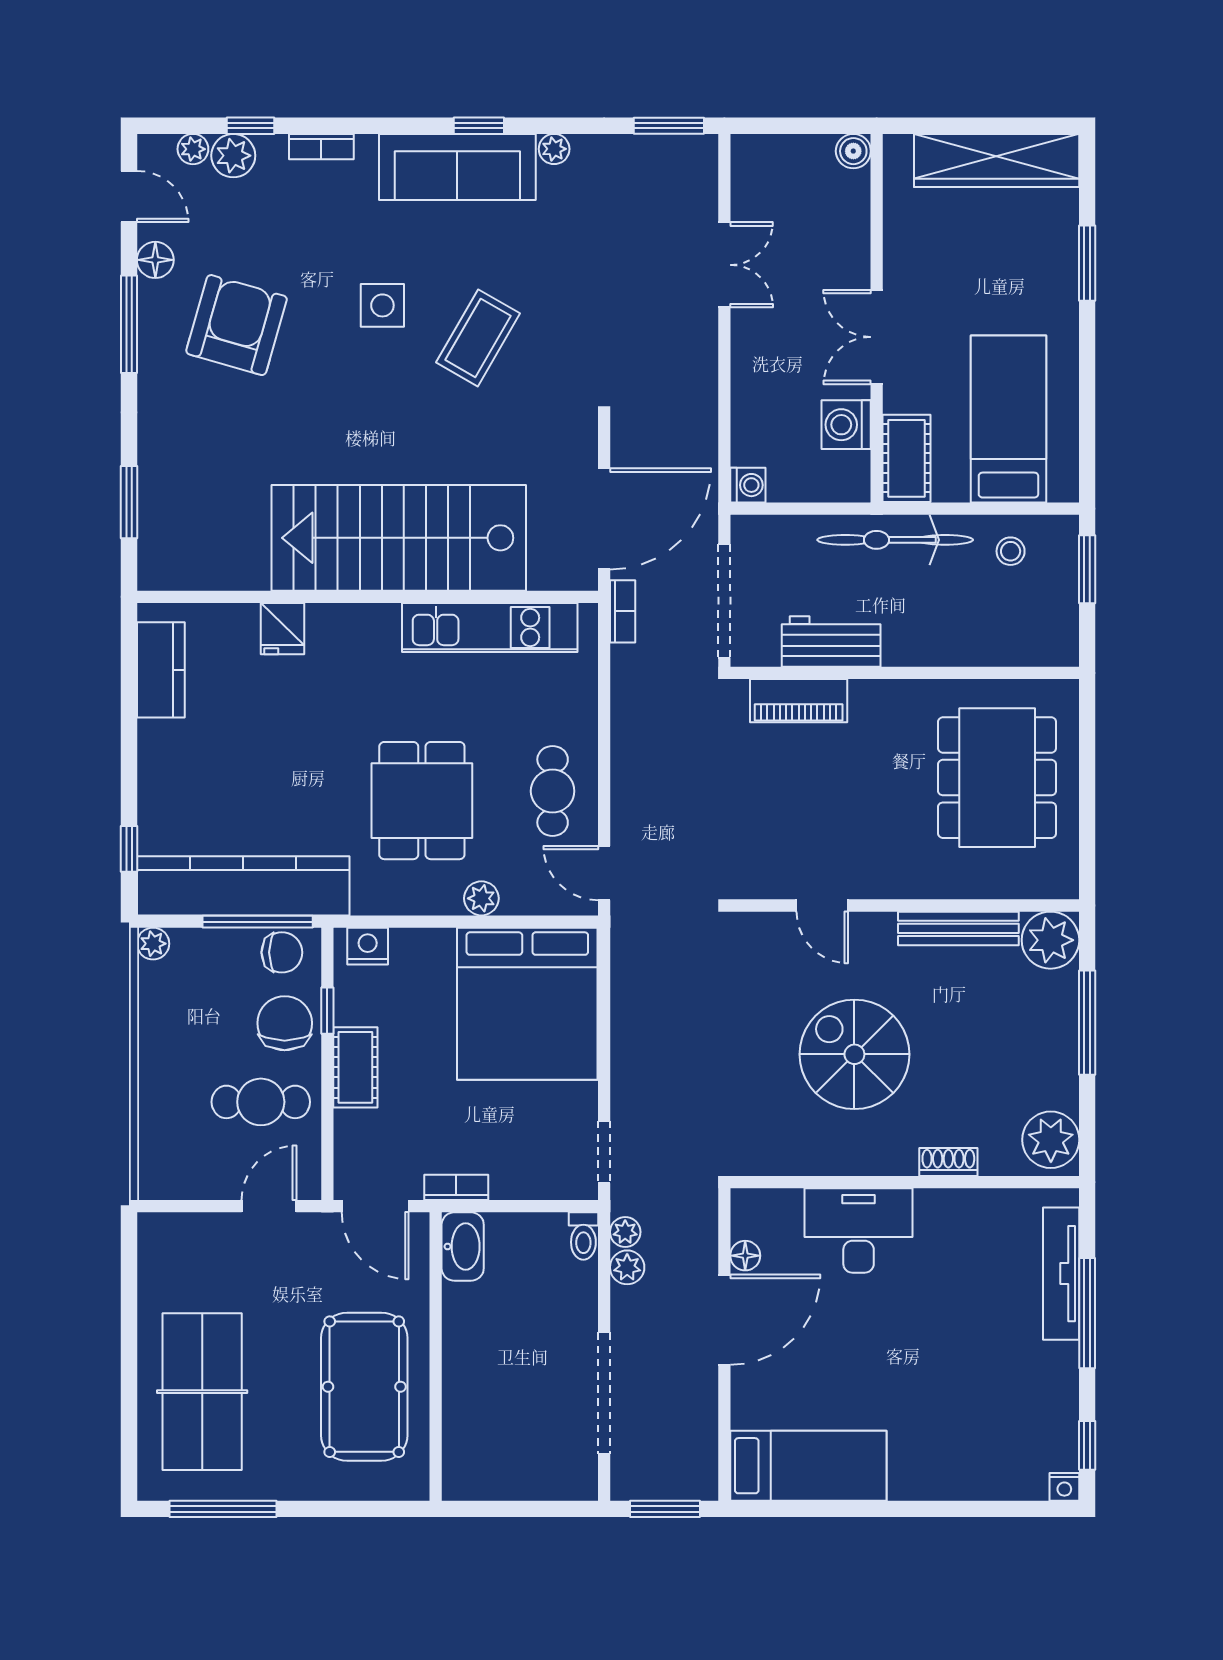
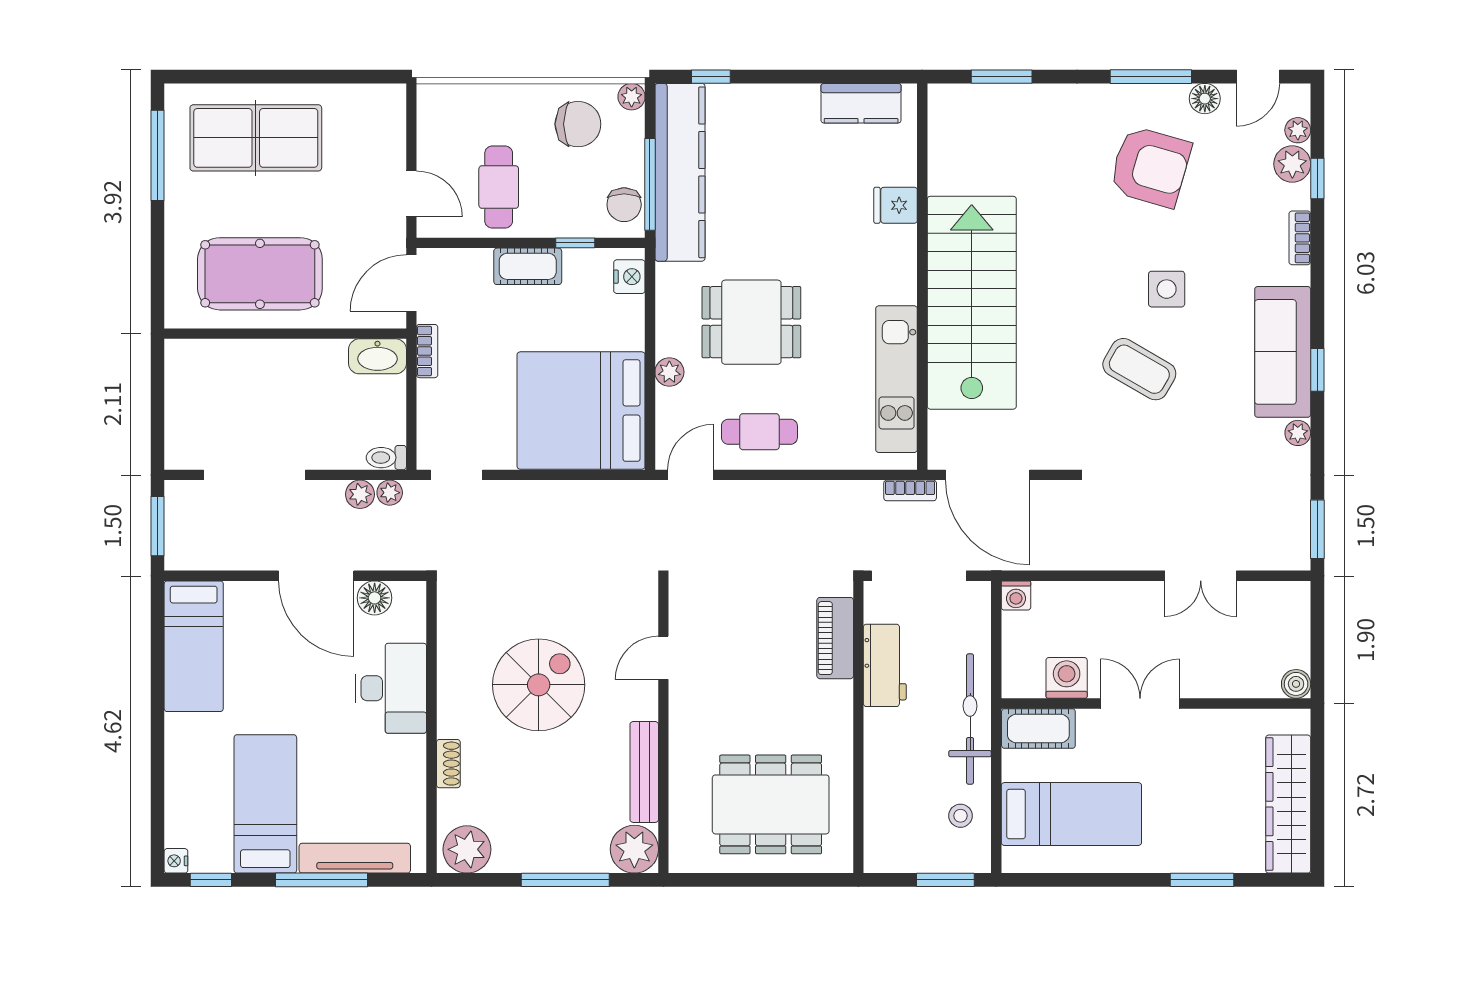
chair: (285, 1023) -> (578, 124), moved
floor lamp: (745, 1256) -> (375, 598), width x1.37, depth x1.37
bed: (996, 1380) -> (265, 804), added

